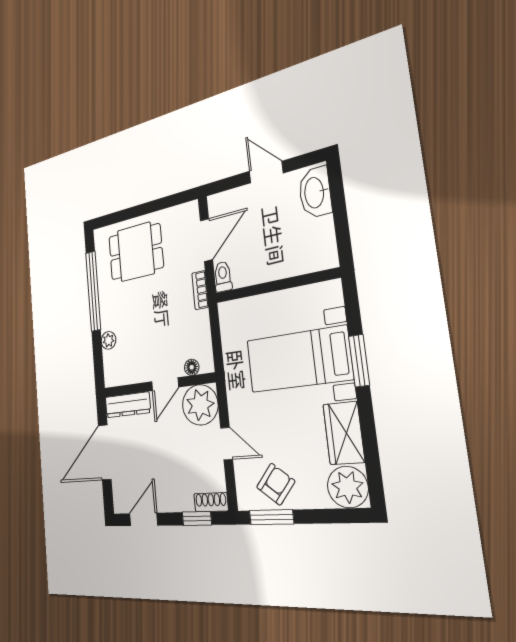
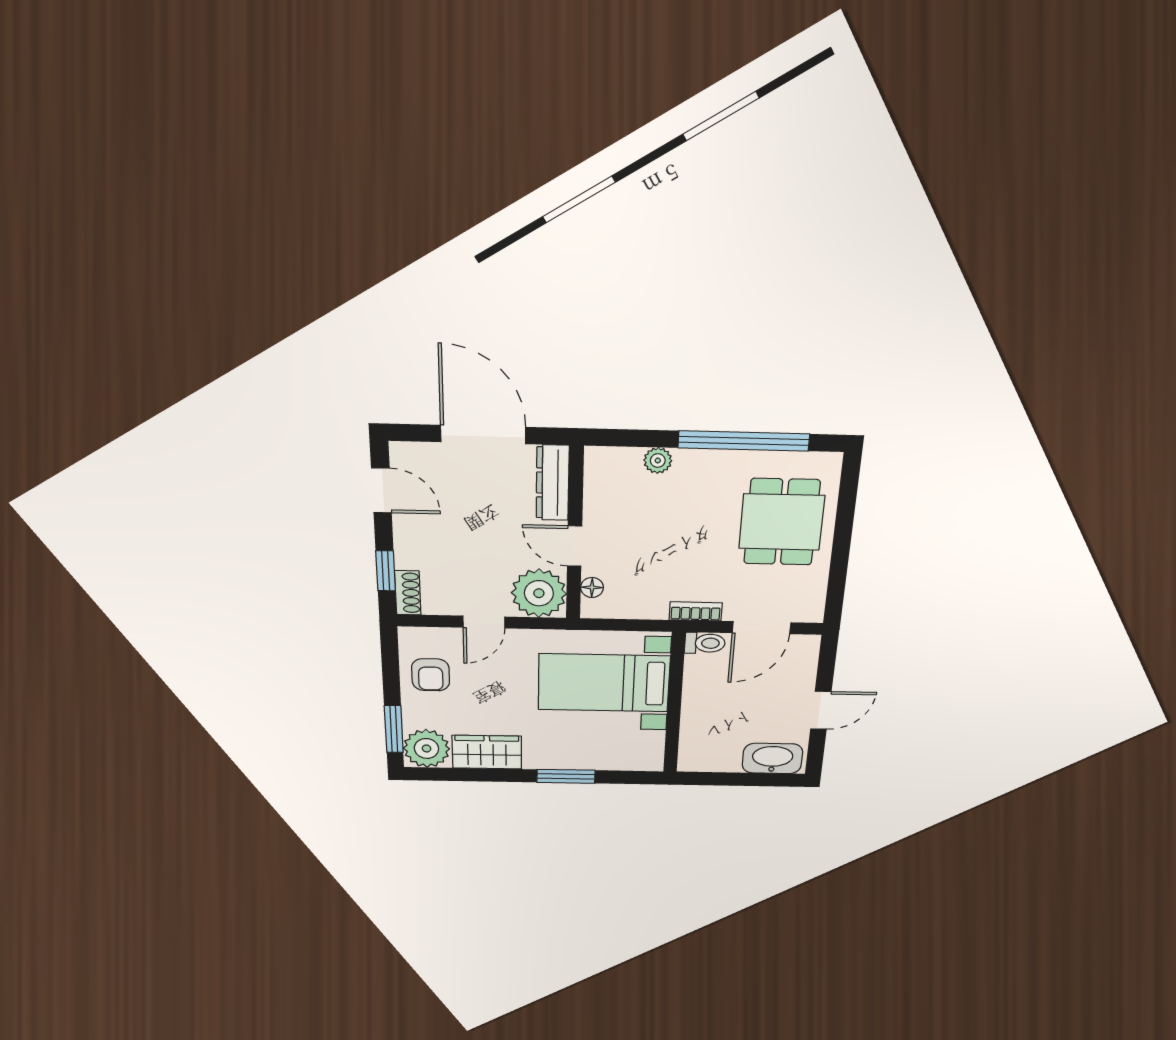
door: (206, 240) -> (761, 628), hinge flipped
bed with nightstands: (298, 359) -> (604, 683), moved, turned -90
armchair: (276, 484) -> (431, 675), turned 51
window: (271, 517) -> (394, 729), moved

